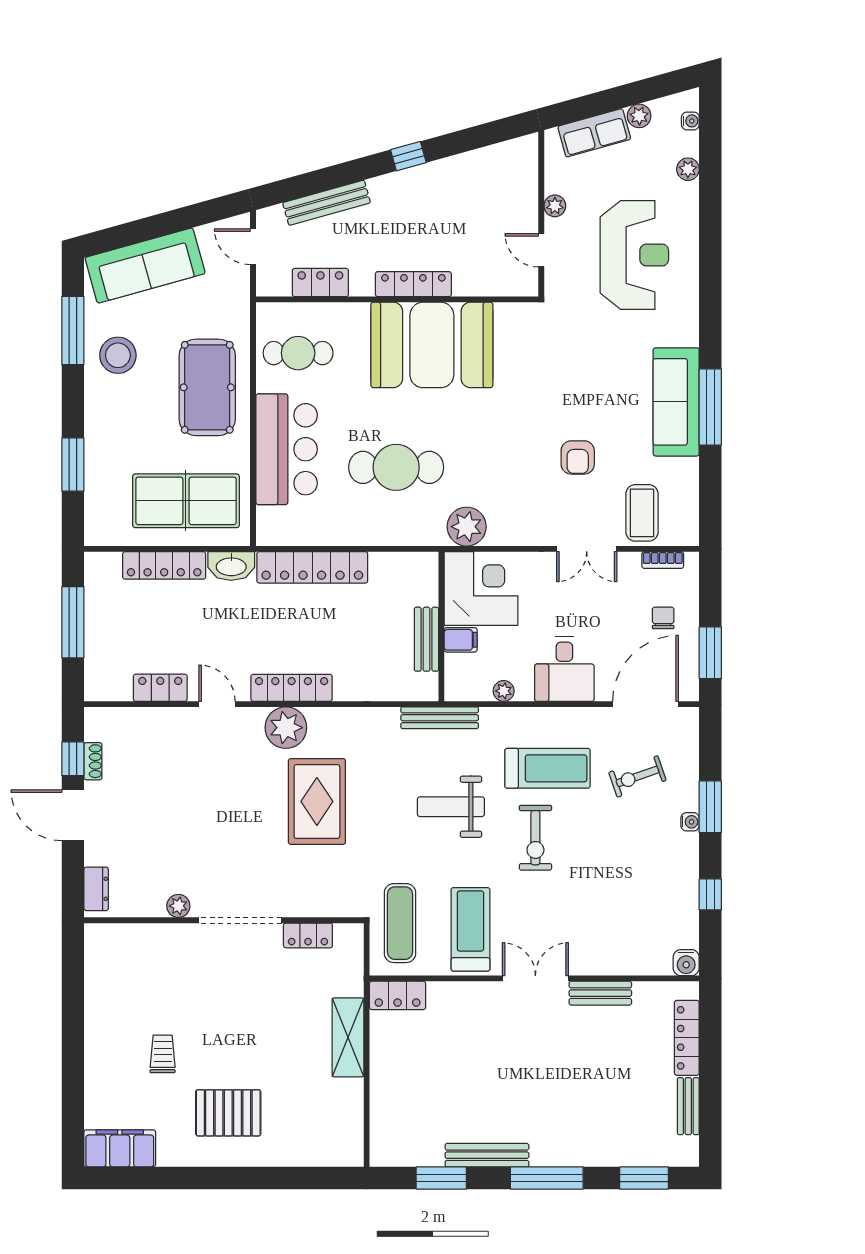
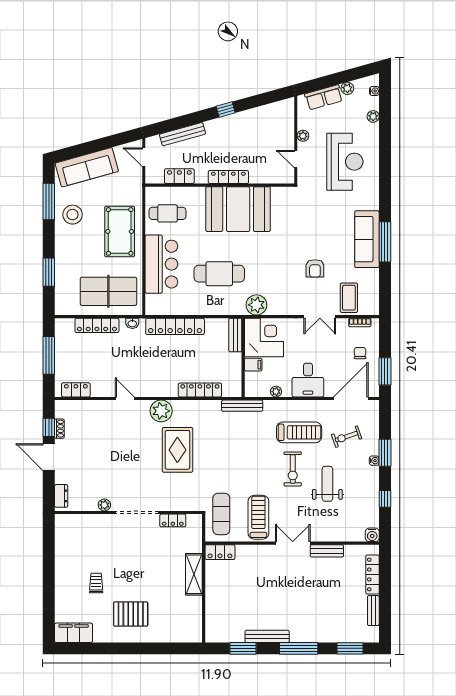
washbasin: (231, 566) -> (132, 323), width x0.52, depth x0.69
bench: (426, 639) -> (235, 335), moved
locker: (160, 688) -> (76, 390), moved
locker: (292, 688) -> (200, 390), moved
weight bench: (451, 807) -> (327, 484), moved, turned 90

